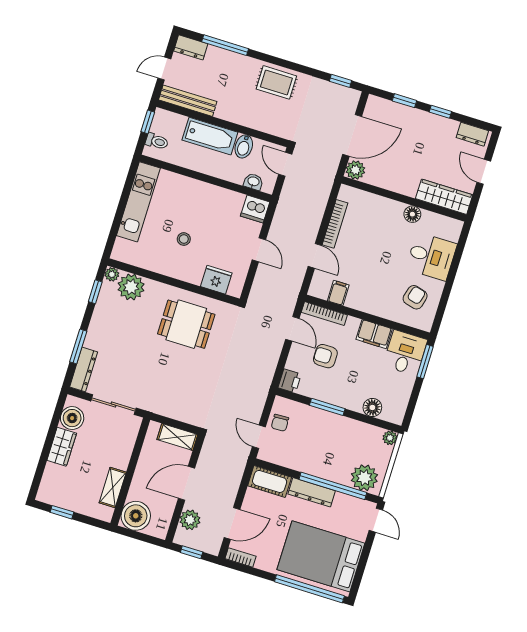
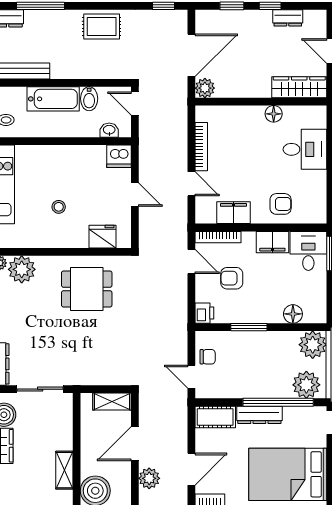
dresser: (472, 134) -> (288, 18), moved
filing cabinet: (338, 293) -> (233, 213), width x2.00
armchair: (415, 297) -> (281, 204), moved, turned 75
chair: (280, 423) -> (208, 357), turned -87
plant: (390, 438) -> (313, 345), width x1.87, depth x1.87

